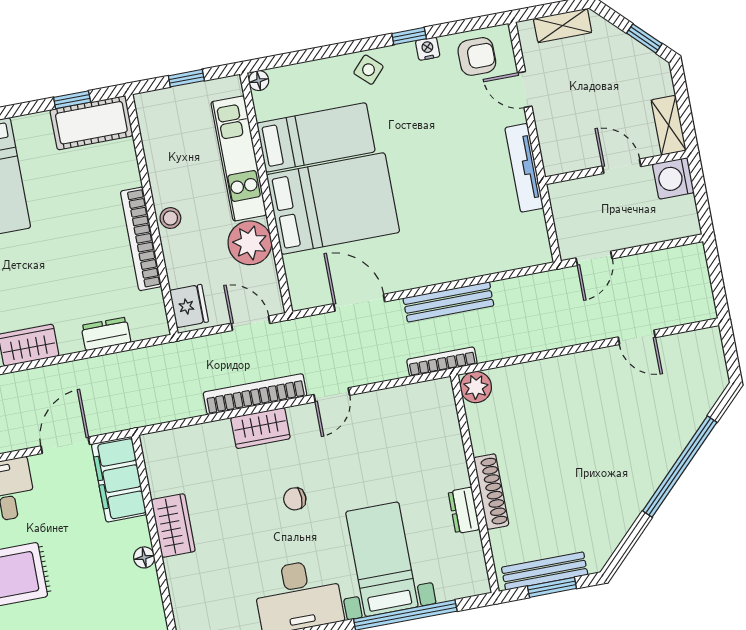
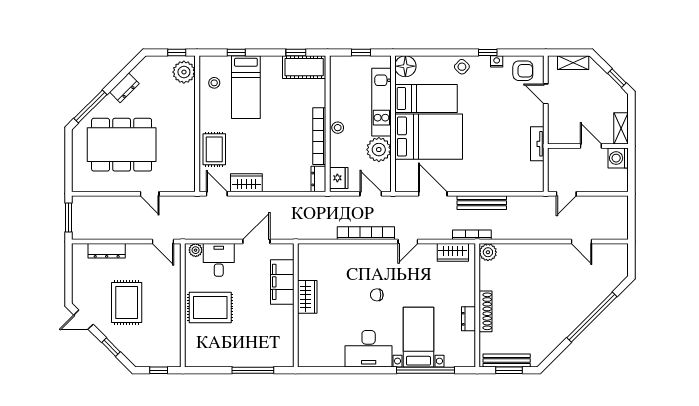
floor lamp: (259, 81) -> (405, 66), width x1.89, depth x1.89
tv unit: (524, 168) -> (537, 144), width x0.71
dresser: (106, 334) -> (318, 179), moved, turned -90
wardrobe: (260, 428) -> (453, 252), moved
filing cabinet: (119, 479) -> (282, 282), moved
floor lamp: (144, 557) -> (288, 311), removed

